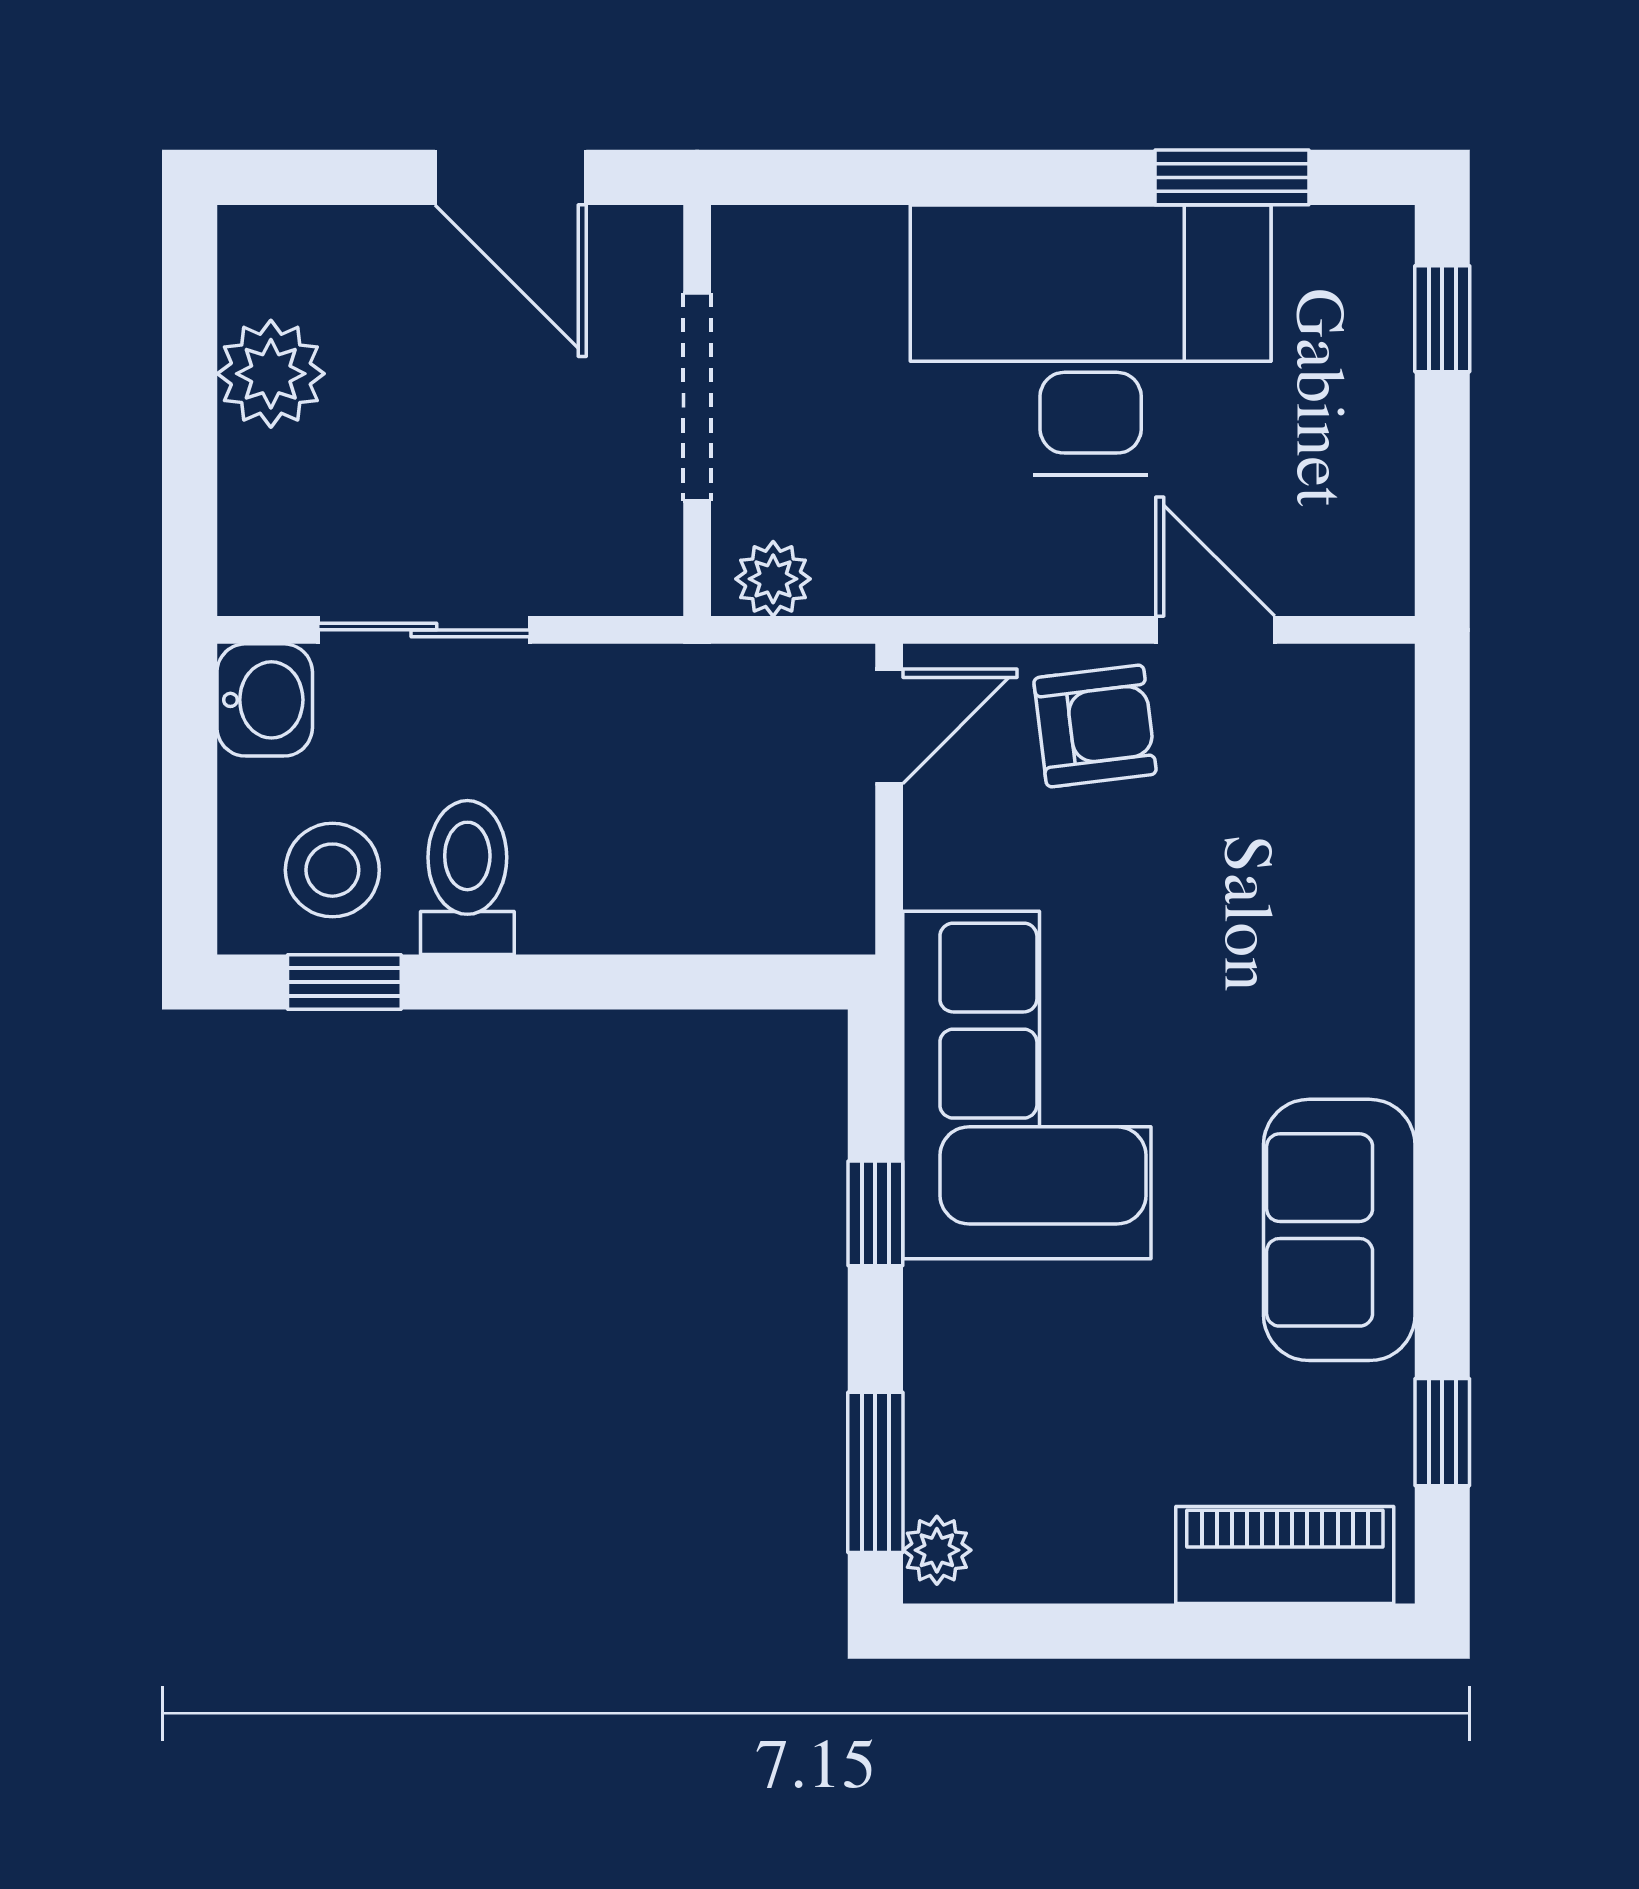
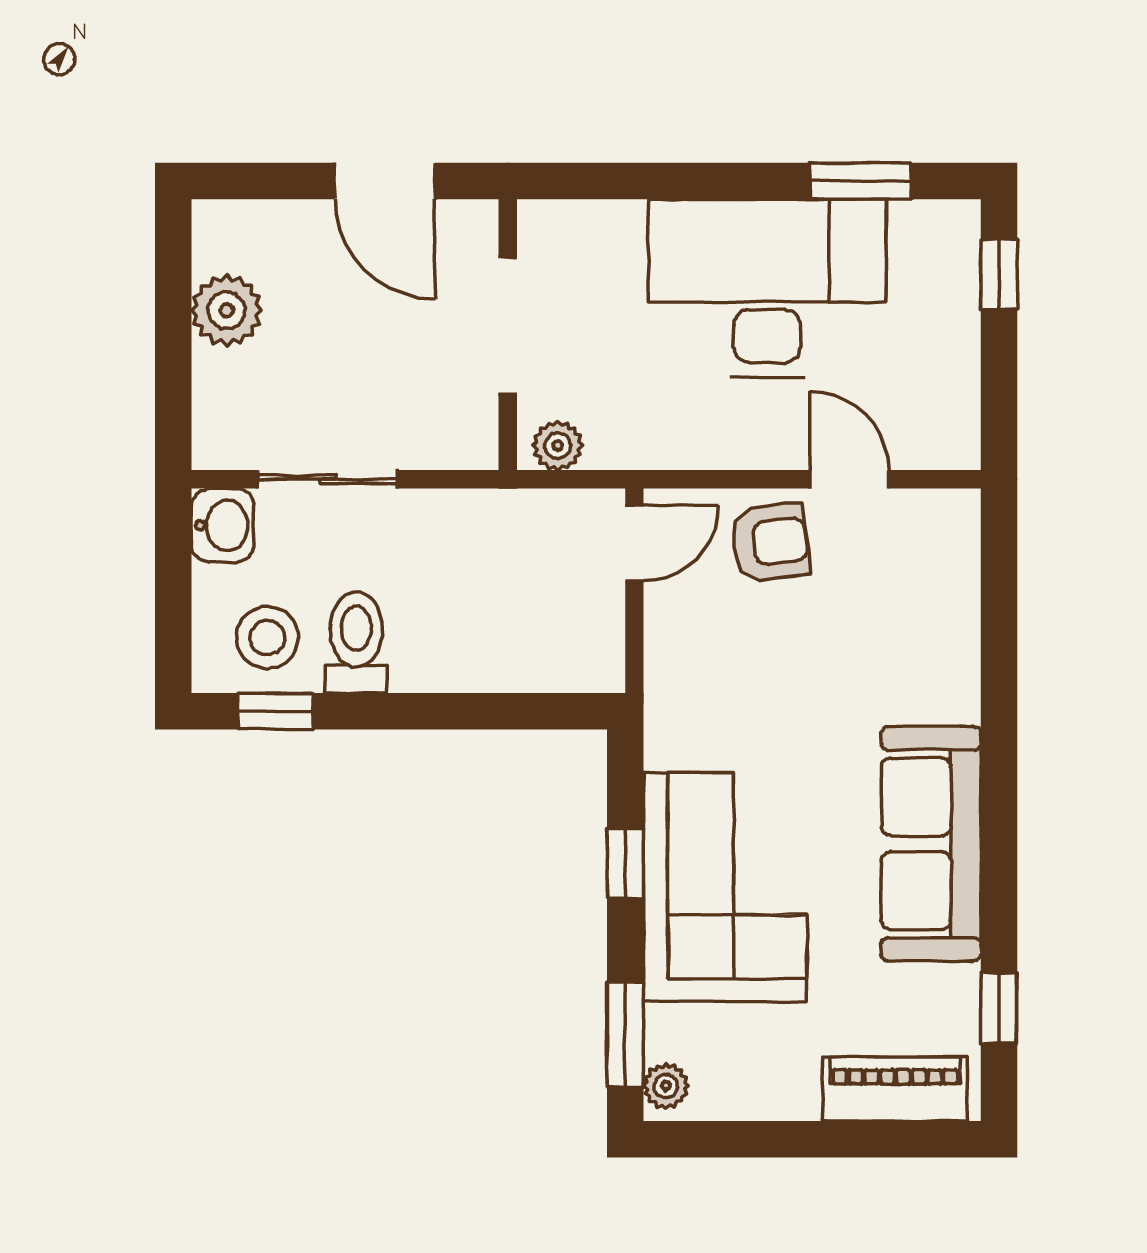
corner sofa: (1027, 1085) -> (725, 887), moved
sofa: (1339, 1230) -> (931, 844), width x1.36

